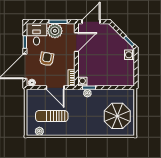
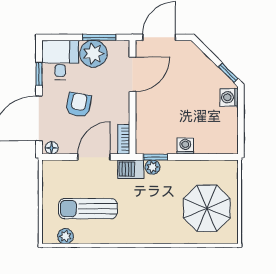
washing machine: (82, 82) -> (185, 146), moved
door: (55, 88) -> (94, 157), swing flipped
barbecue: (75, 94) -> (131, 169), added

